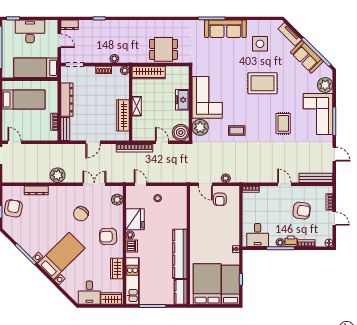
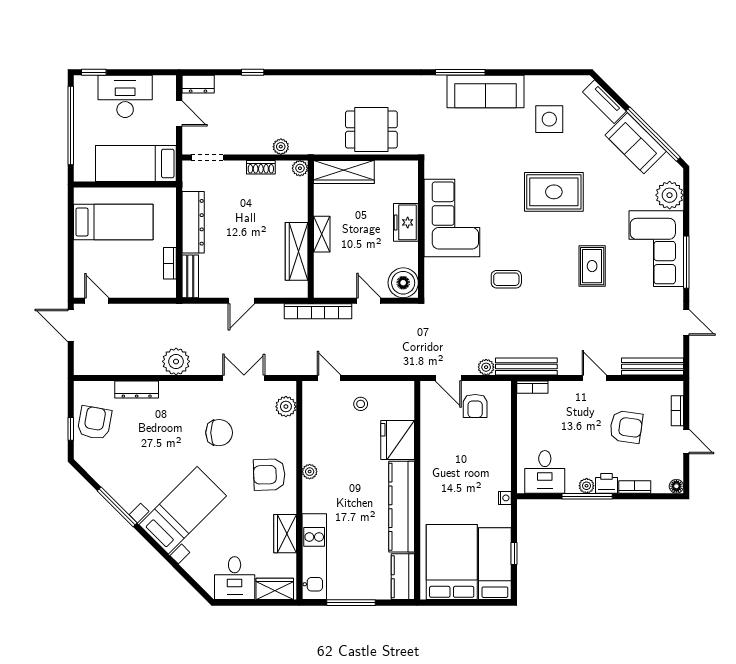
plant: (200, 127) -> (439, 273), removed
bench: (248, 178) -> (526, 367), added
chair: (81, 214) -> (219, 433), turned -125
fridge: (135, 219) -> (398, 440), moved, turned 180
dishwasher: (132, 246) -> (313, 492), removed

